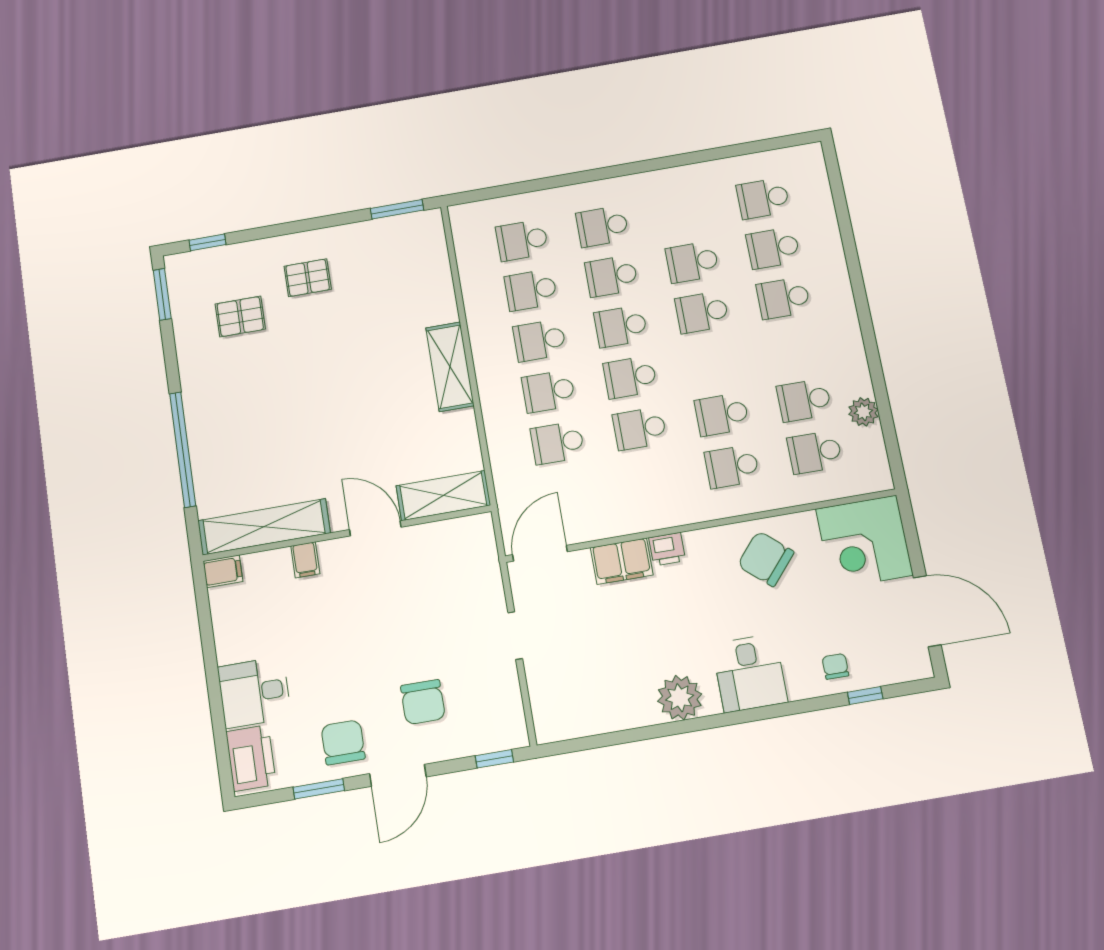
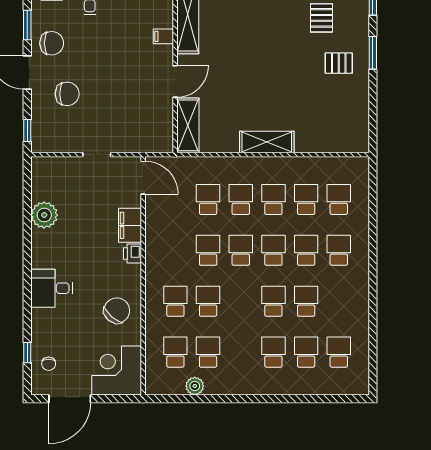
window: (397, 209) -> (373, 53), moved
pallet: (308, 278) -> (339, 63), turned 90
chair: (835, 666) -> (49, 364), moved, turned 90
plant: (680, 698) -> (44, 215), moved
chair: (423, 702) -> (67, 94), turned 180

